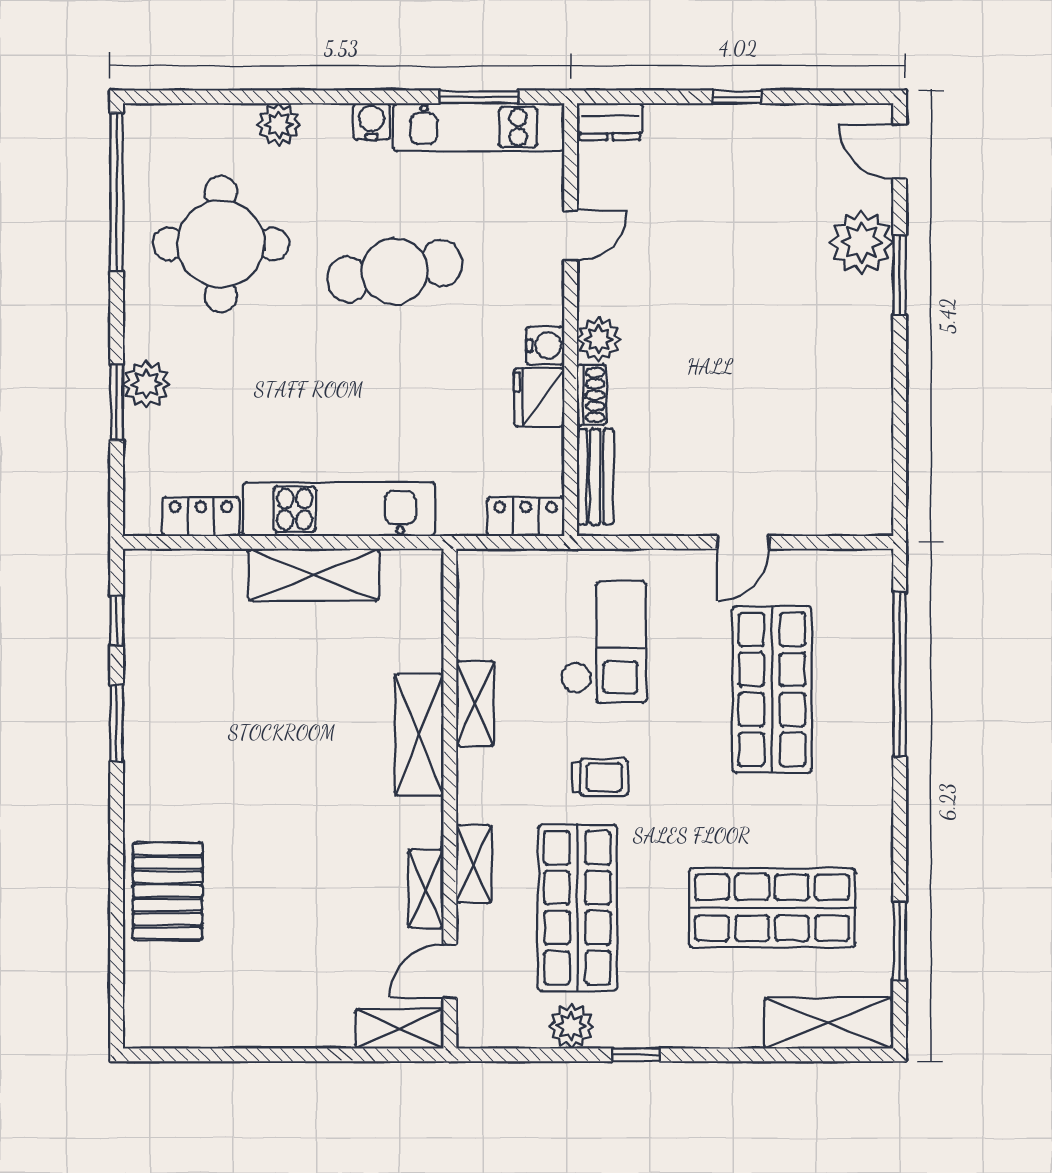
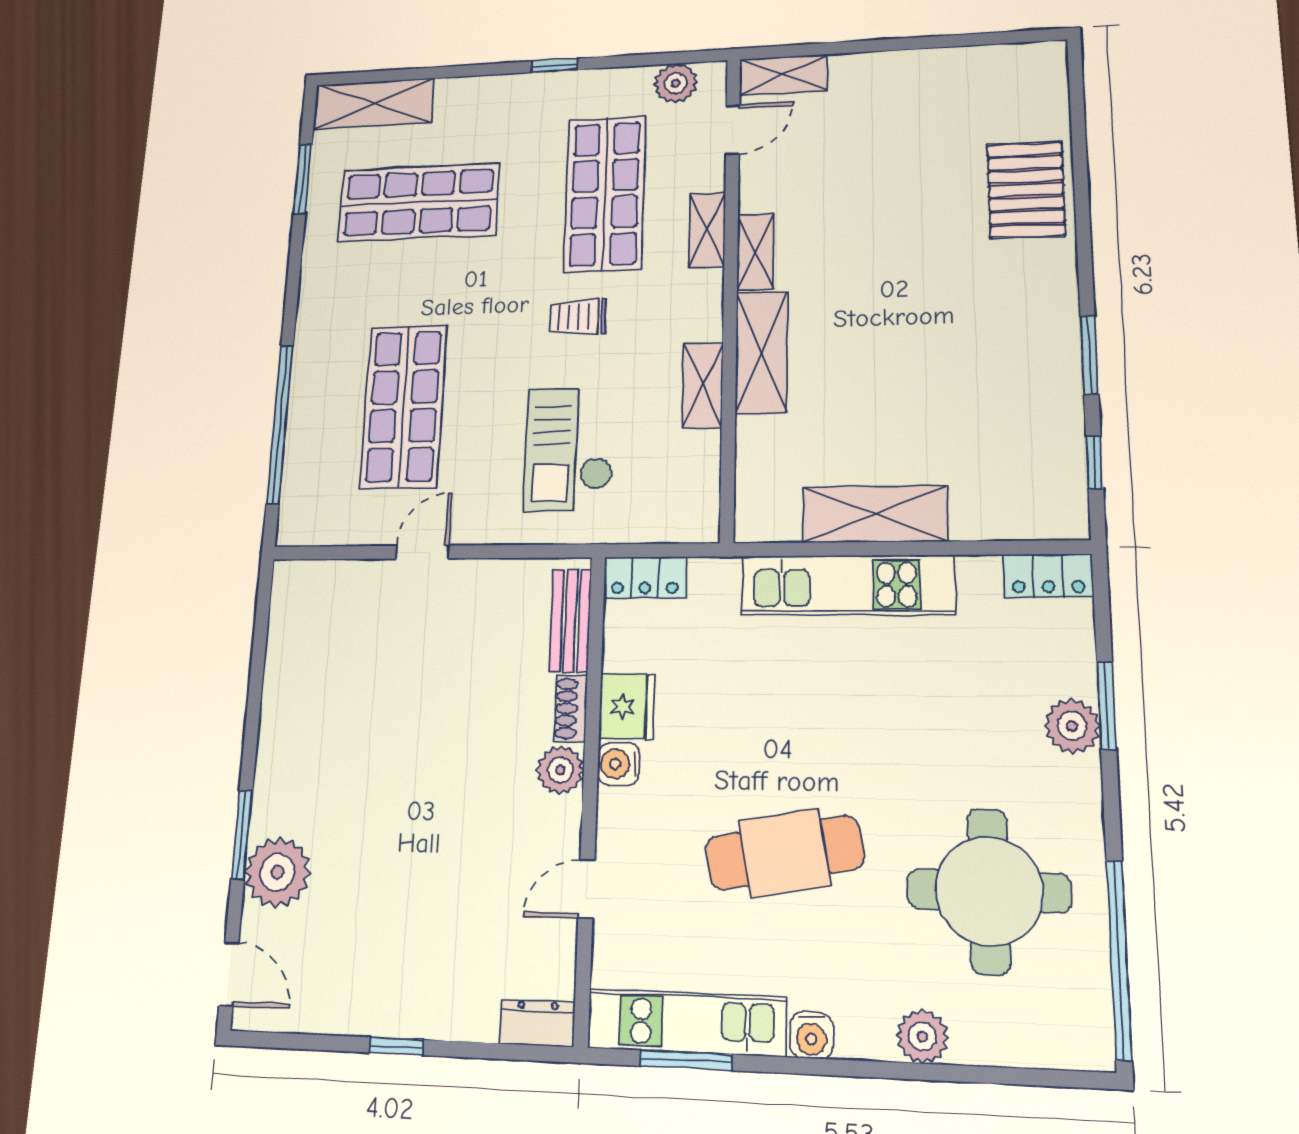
locker: (201, 517) -> (1048, 576), moved
shelving: (426, 889) -> (755, 252), moved
plant: (571, 1026) -> (676, 83), moved

